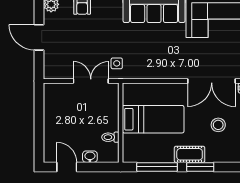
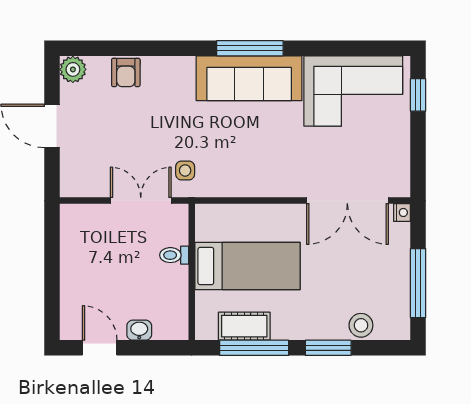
stool: (218, 125) -> (361, 325), moved
toilet: (110, 137) -> (174, 255), moved
cot: (190, 154) -> (244, 326), moved

